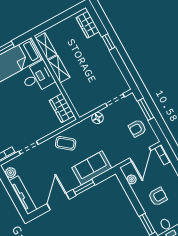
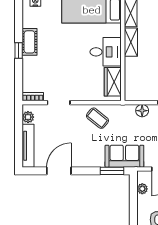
desk: (37, 77) -> (106, 52), moved
sofa: (92, 168) -> (124, 156), moved
window: (84, 187) -> (112, 171), moved

